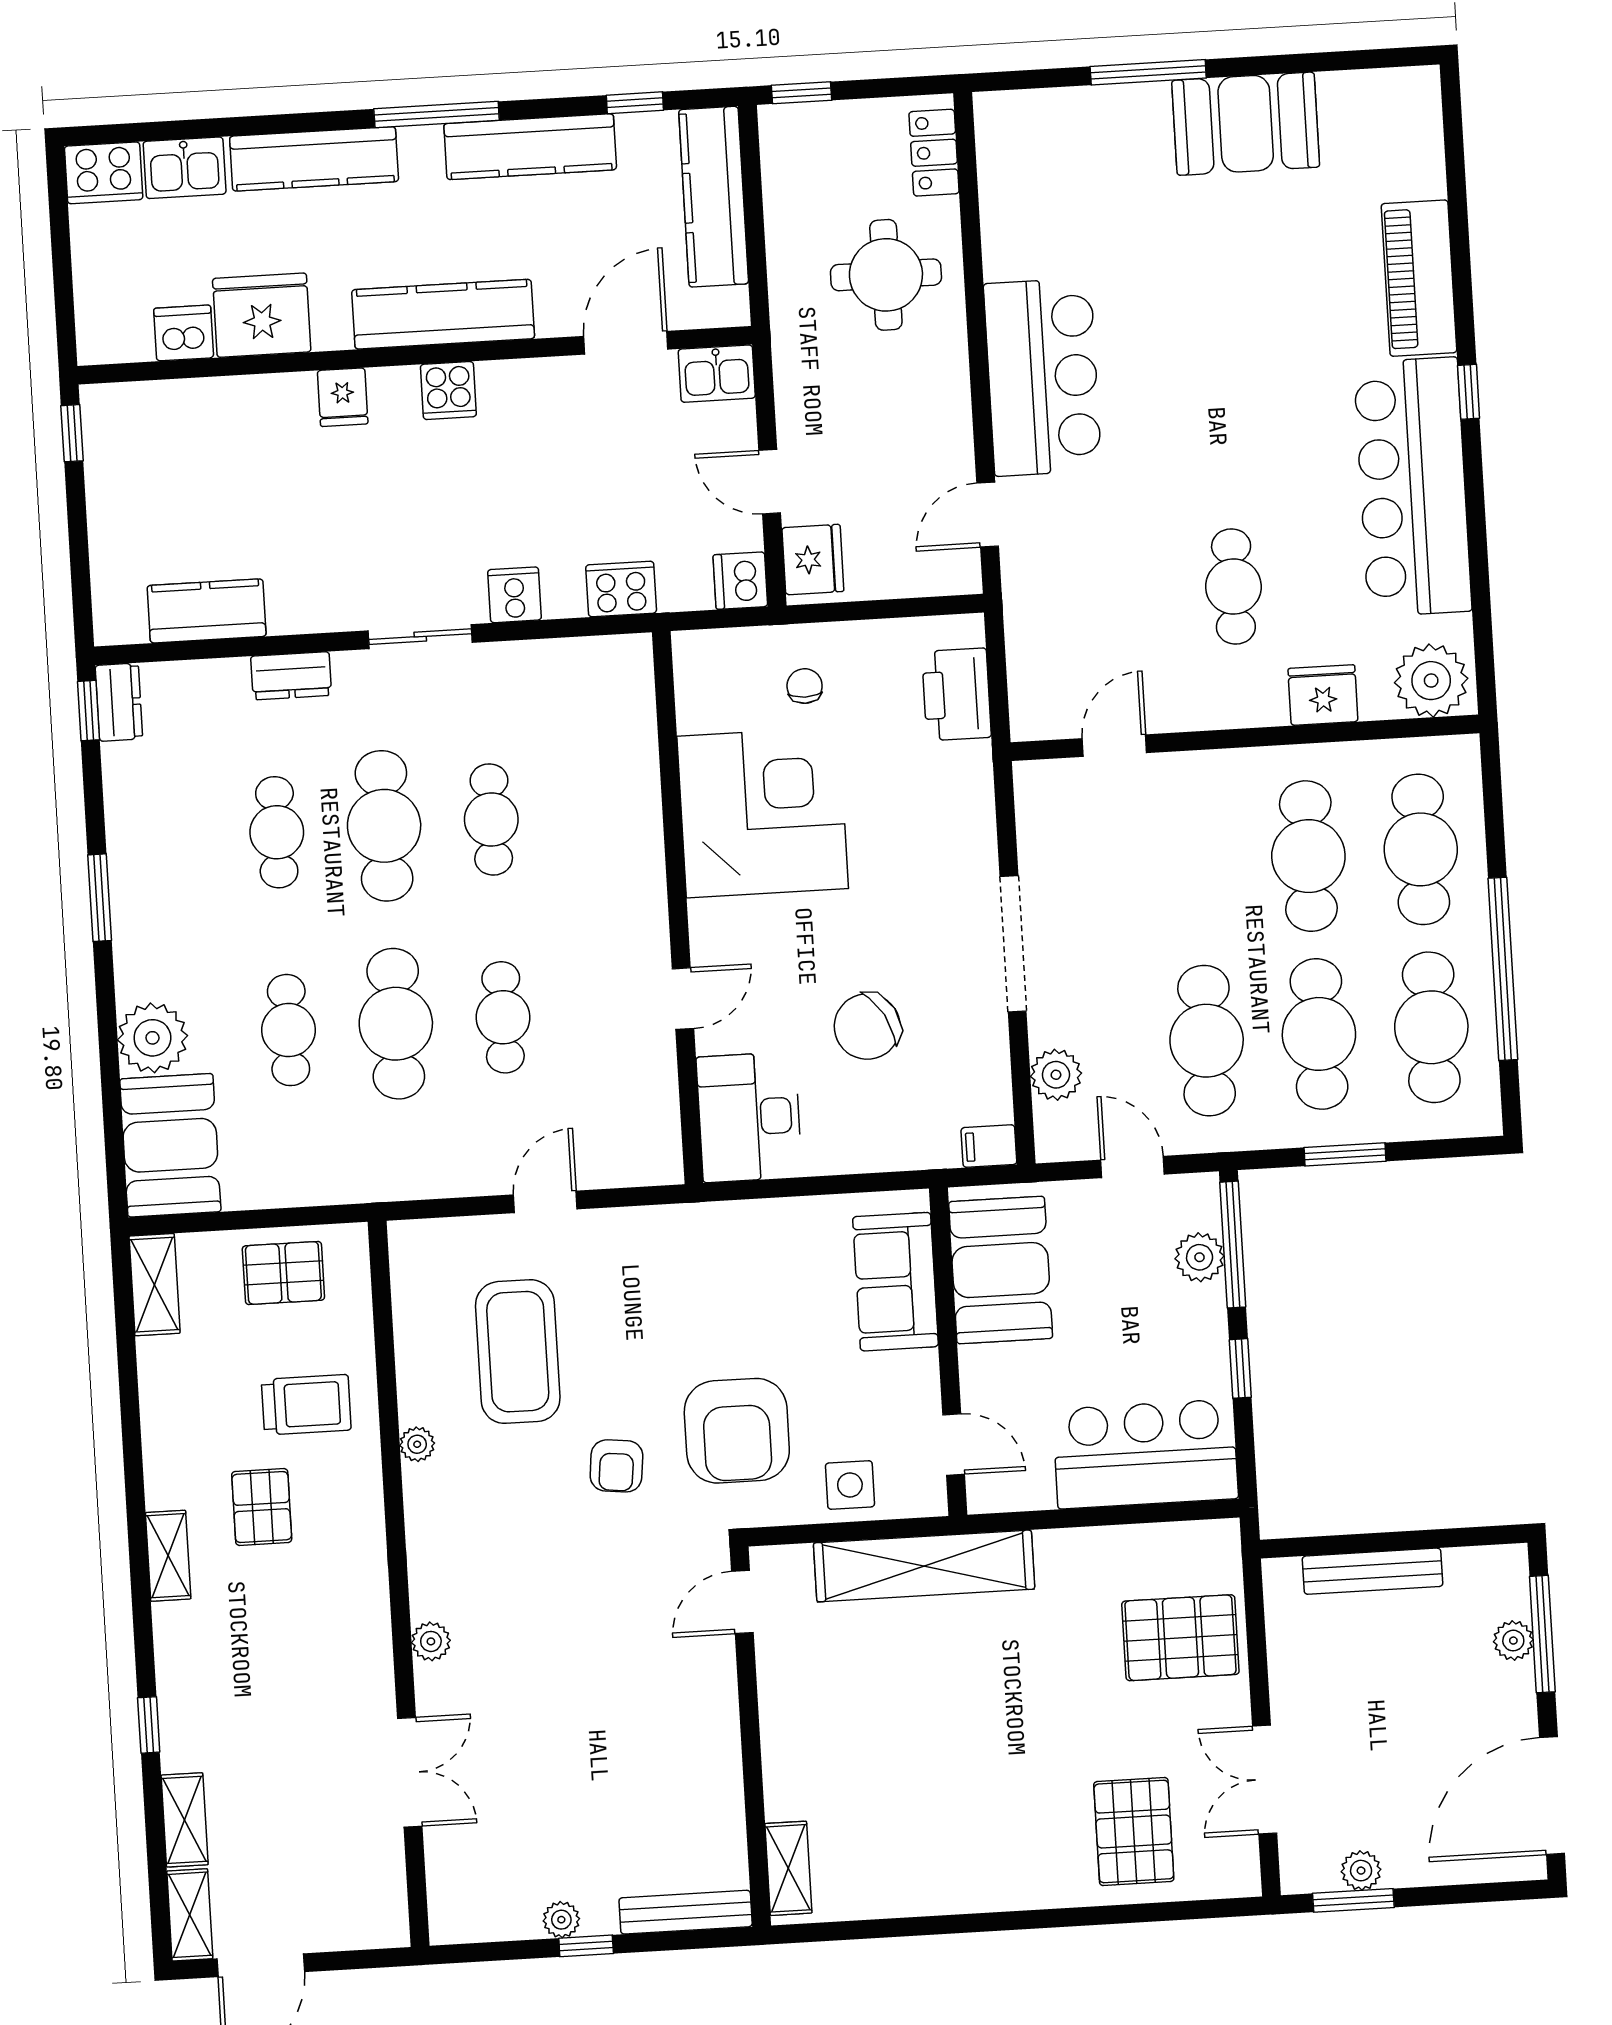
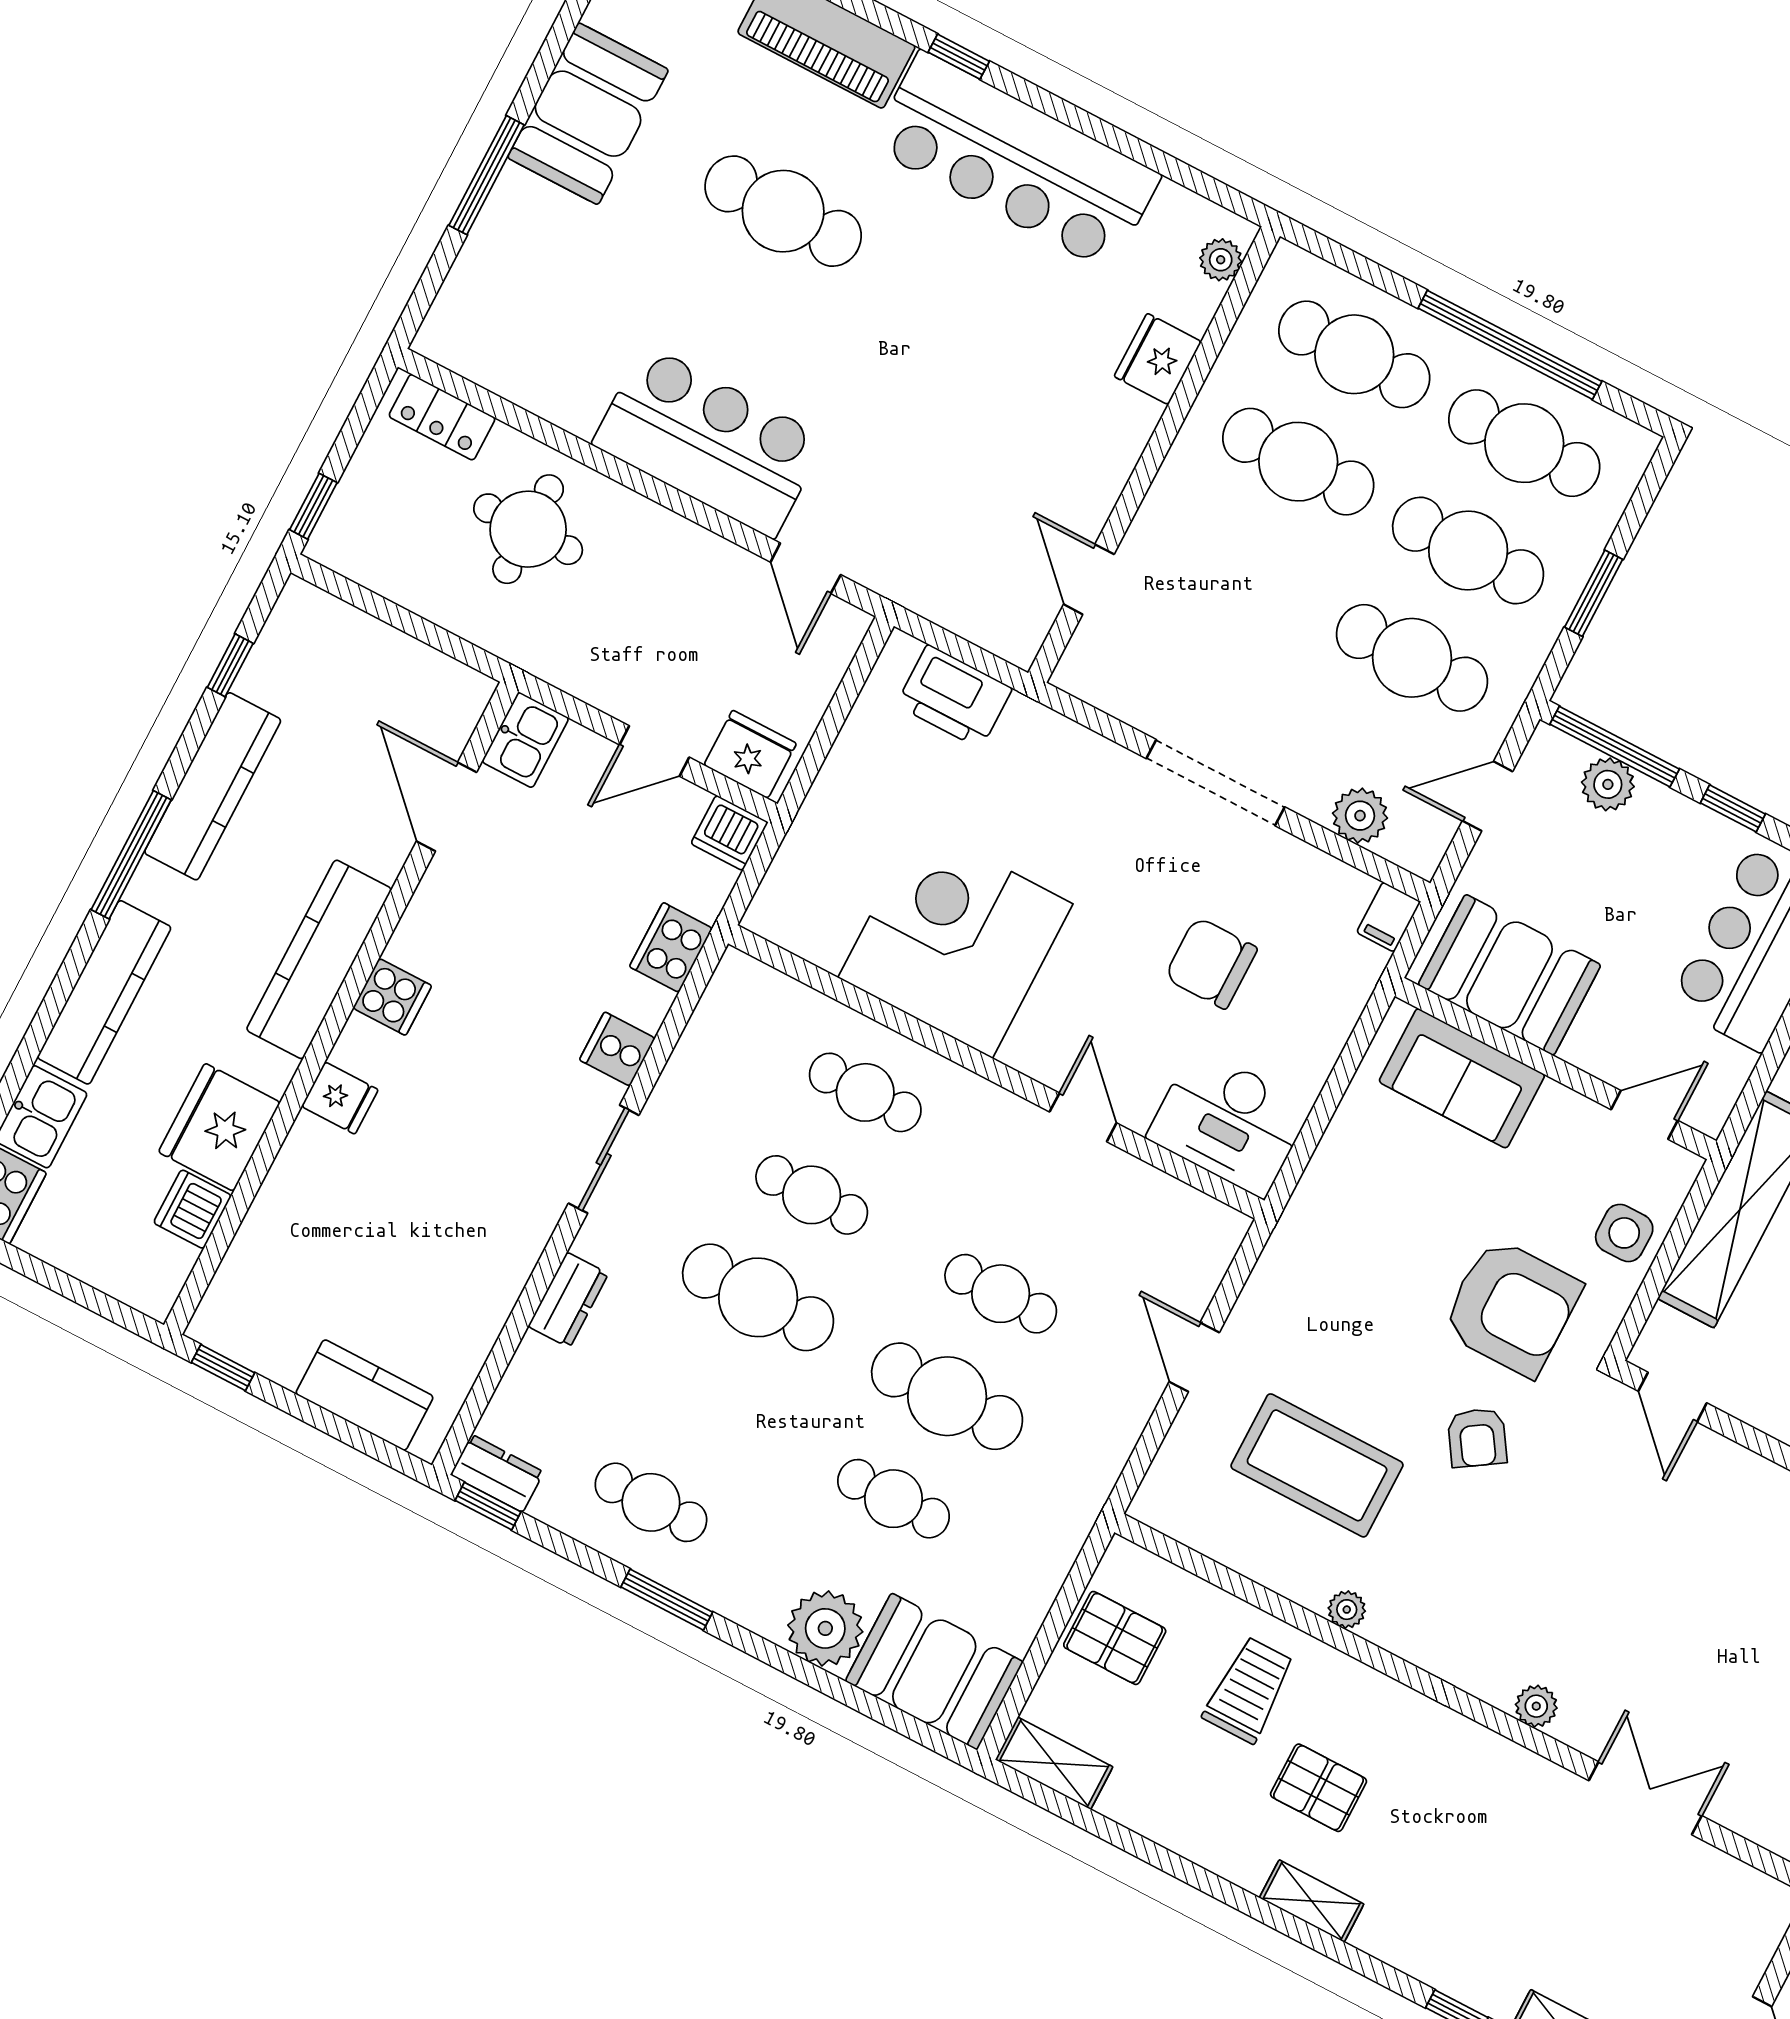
kitchen counter: (714, 197) -> (360, 645), removed
cafe table: (1233, 587) -> (783, 211), moved, width x1.37, depth x1.35
kitchen counter: (207, 611) -> (365, 1395), moved, turned 90
plant: (1431, 681) -> (1221, 260), width x0.53, depth x0.53
chair: (805, 686) -> (862, 832), removed
cafe table: (599, 813) -> (865, 1092), added
cafe table: (277, 832) -> (651, 1502), moved
chair: (867, 1027) -> (1211, 963), turned 120
pallet: (283, 1273) -> (1115, 1638), turned 90
armchair: (616, 1466) -> (1477, 1438), turned 51

